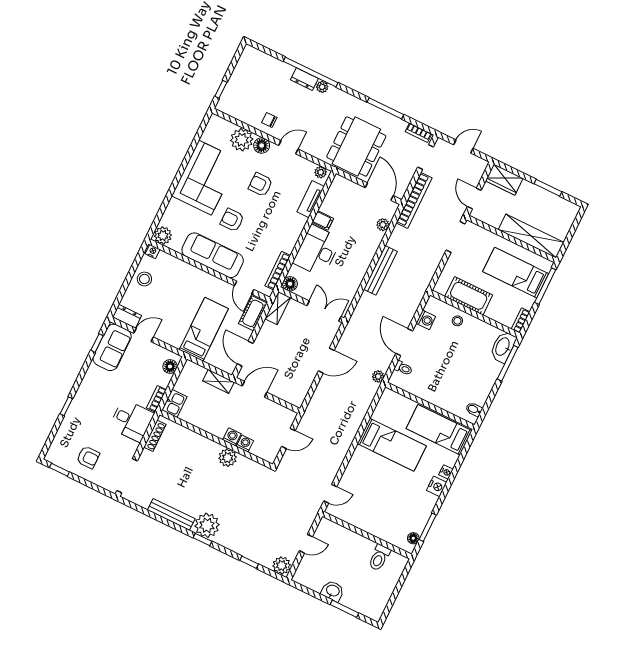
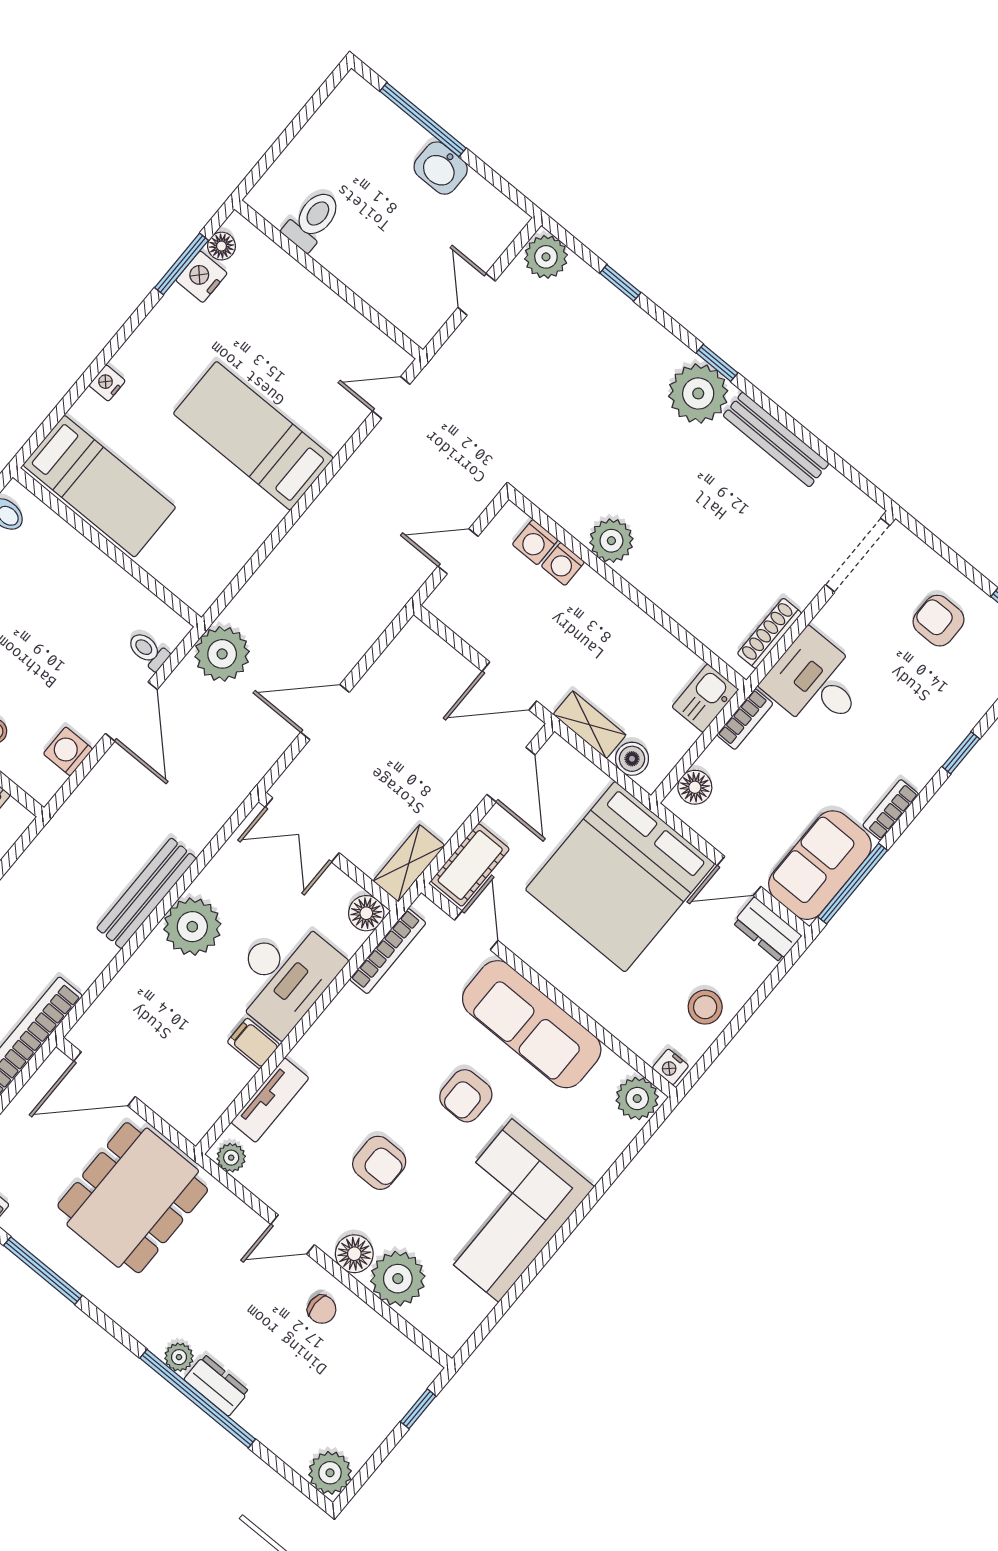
plant: (250, 55) -> (330, 1473), added
door: (379, 192) -> (105, 1079), hinge flipped
armchair: (232, 220) -> (466, 1096), turned 90
plant: (383, 225) -> (192, 927), moved, width x1.88, depth x1.88
bed: (204, 329) -> (620, 877), width x2.04
window: (97, 343) -> (853, 884), width x2.17
boiler: (198, 372) -> (632, 759), added
bookcase: (89, 376) -> (891, 810), added
plant: (378, 376) -> (222, 654), width x1.88, depth x1.88
washing machine: (232, 437) -> (535, 542), moved
bed: (392, 445) -> (253, 436), moved
nightstand: (437, 486) -> (201, 277), moved
door: (306, 544) -> (477, 294), hinge flipped
window: (344, 609) -> (423, 120), width x1.44

